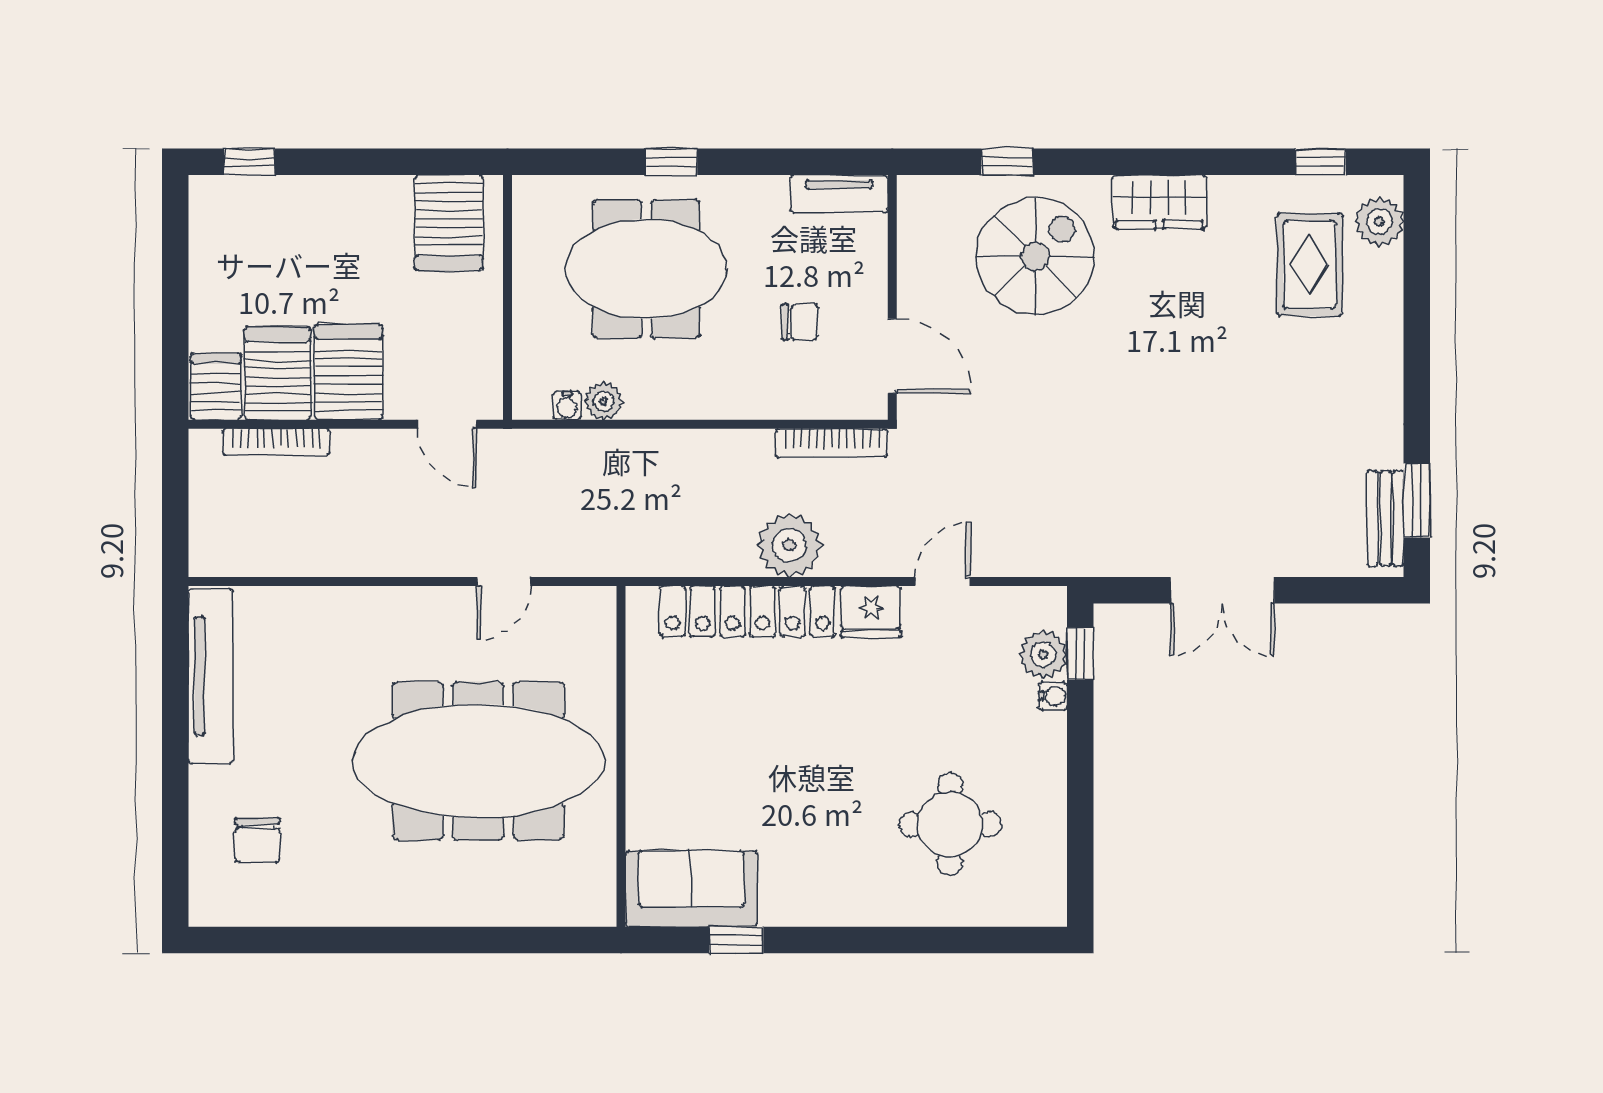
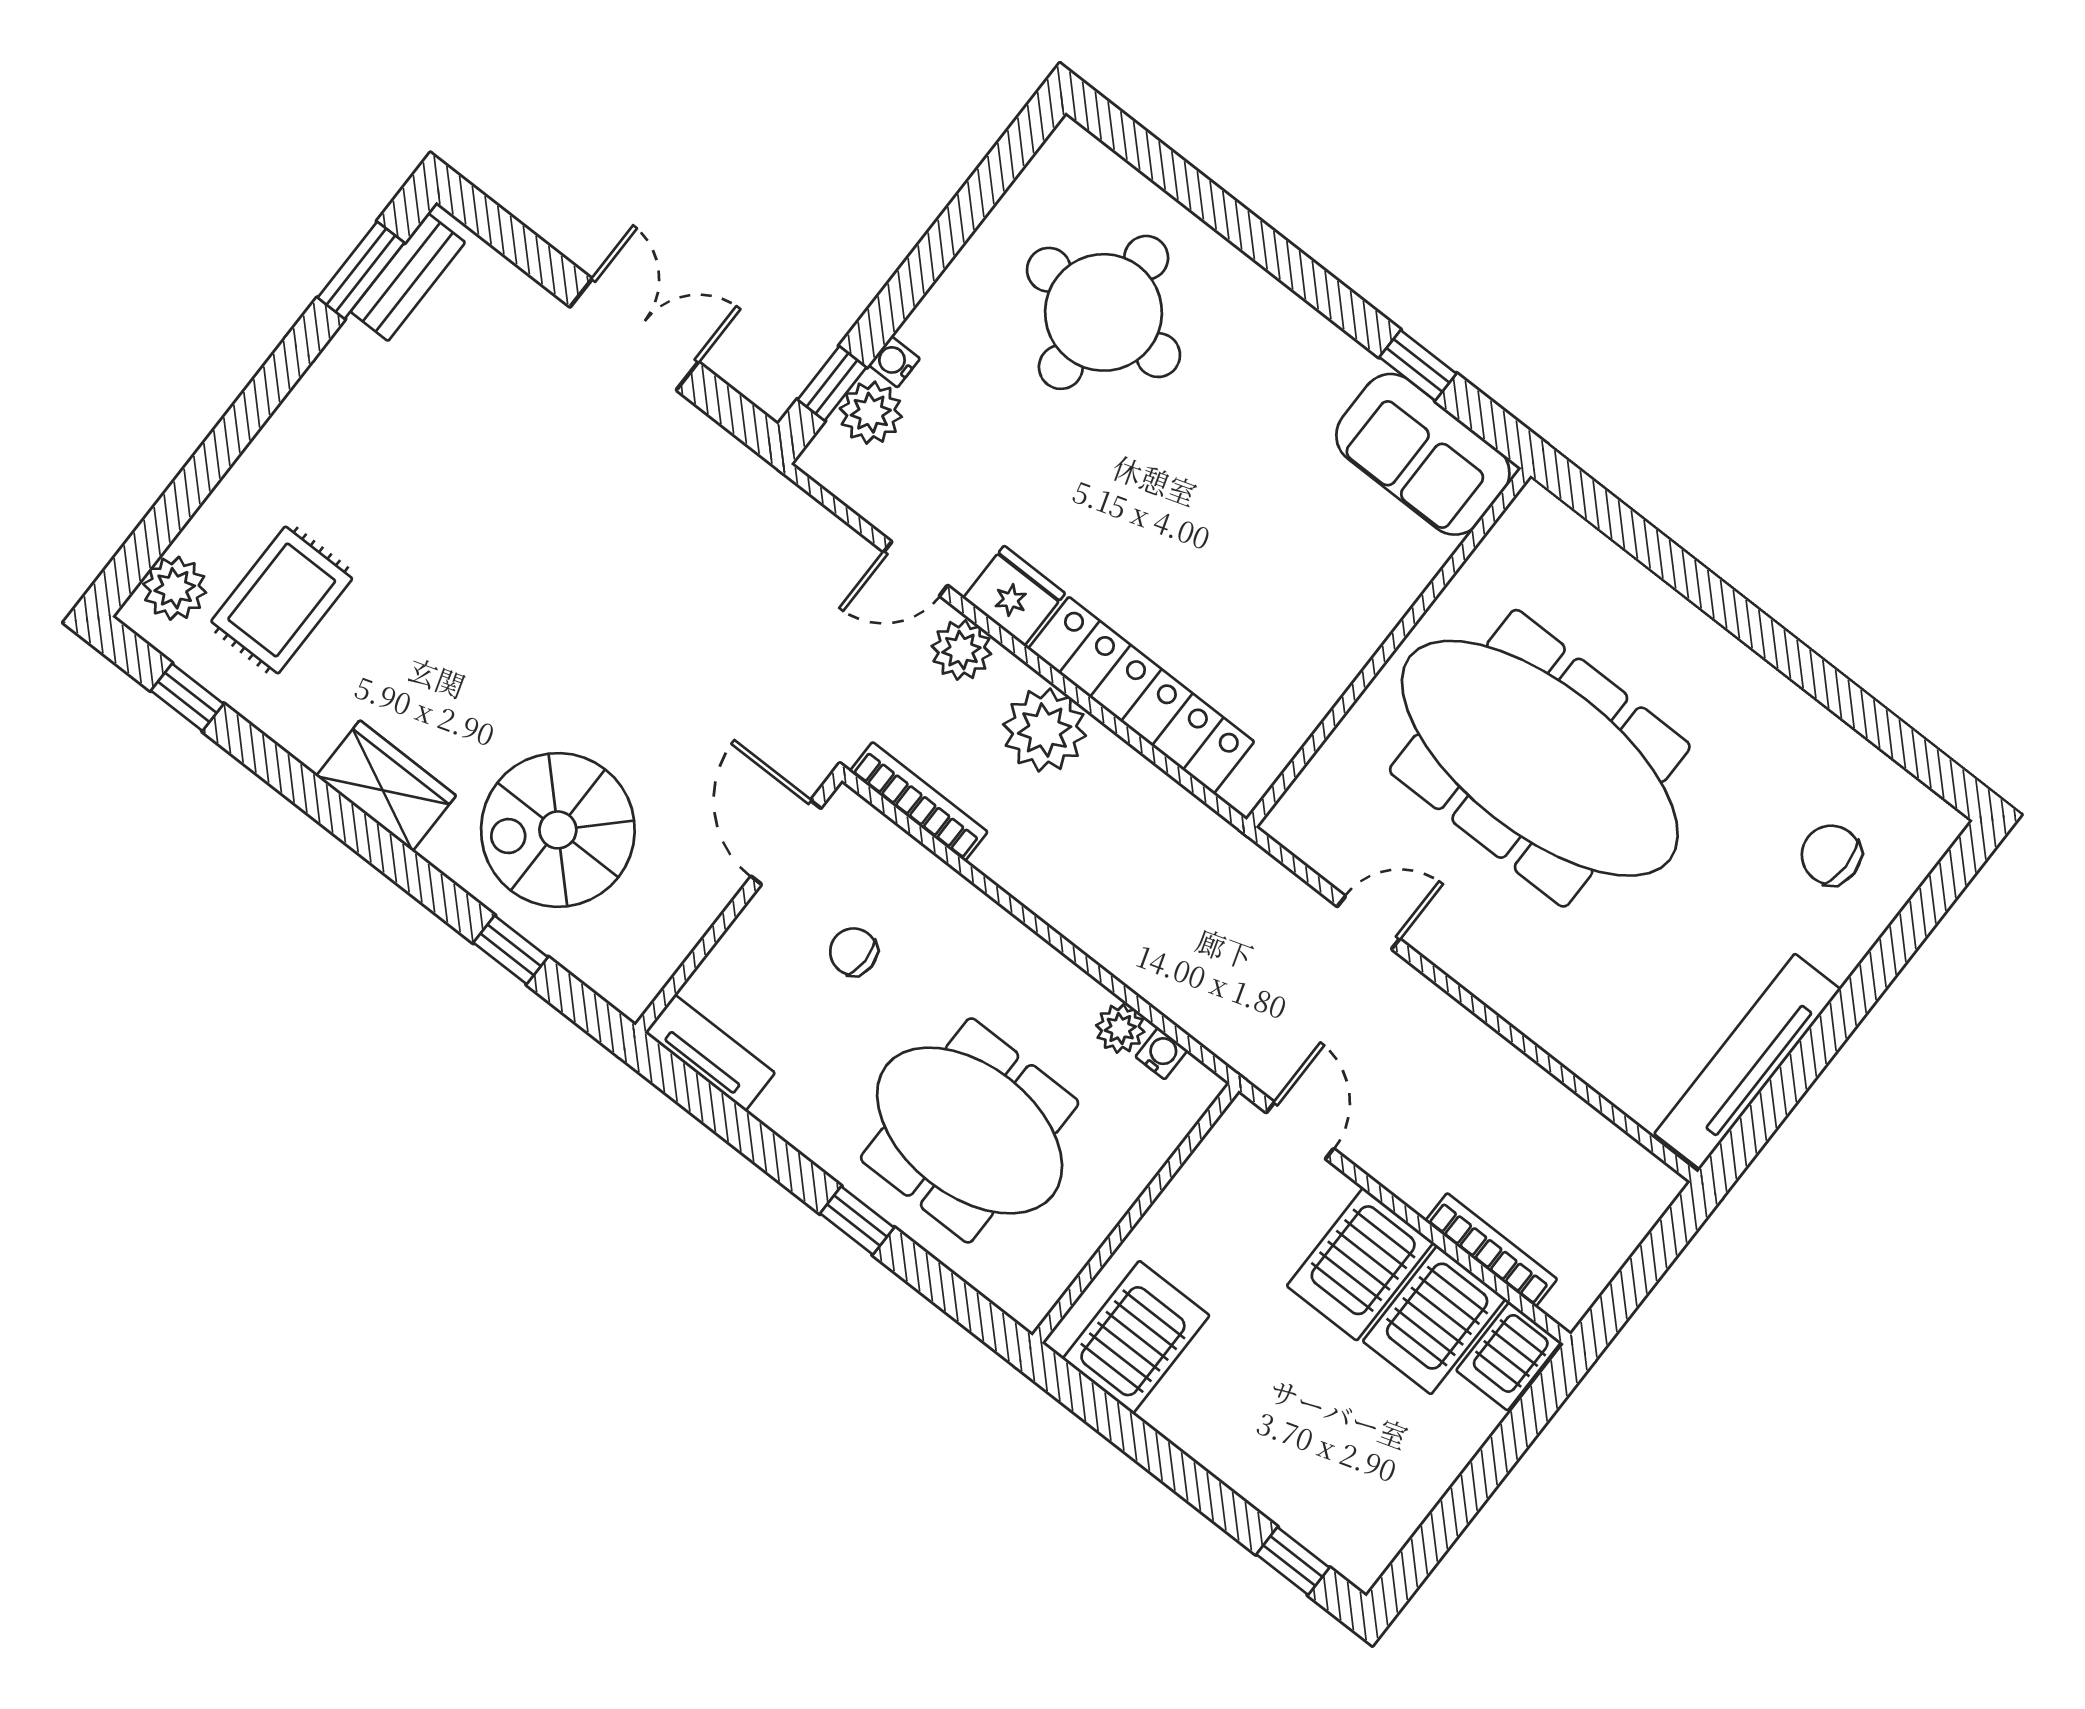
plant: (877, 554) -> (961, 650), added
round table: (950, 824) -> (1104, 312), width x1.36, depth x1.36
chair: (257, 840) -> (1831, 855), turned -90

